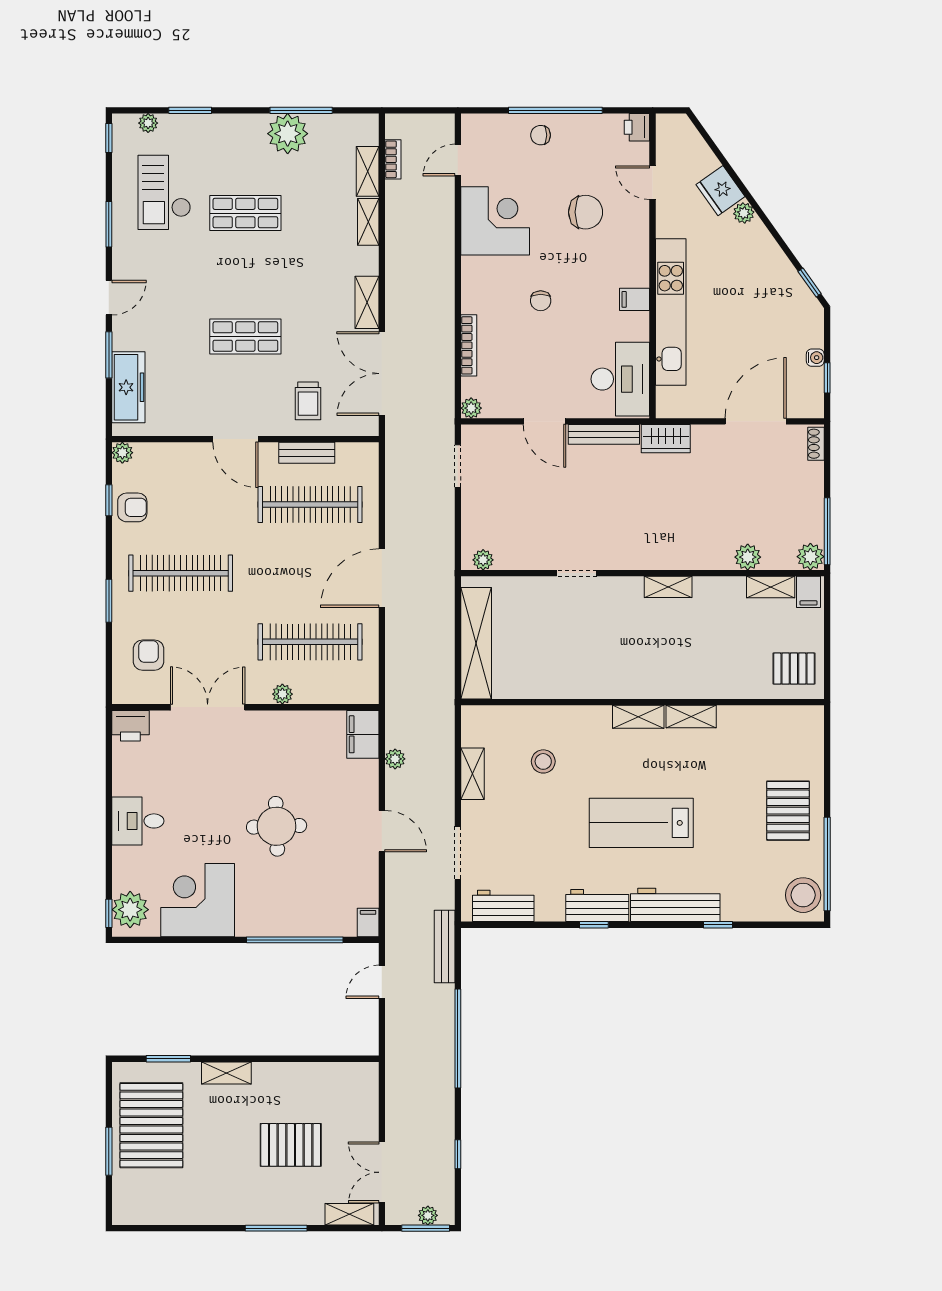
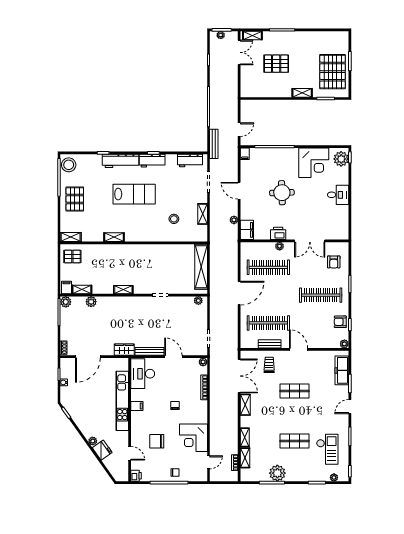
shelving: (638, 717) -> (71, 237), moved
printer: (130, 726) -> (278, 233), moved

